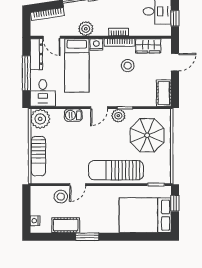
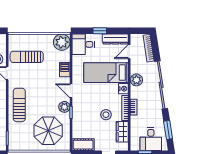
window: (26, 73) -> (100, 31), width x0.46
sun lounger: (38, 156) -> (27, 57), moved
sun lounger: (116, 170) -> (19, 105), width x0.73, depth x0.75

